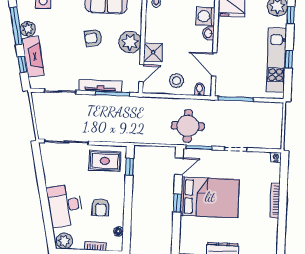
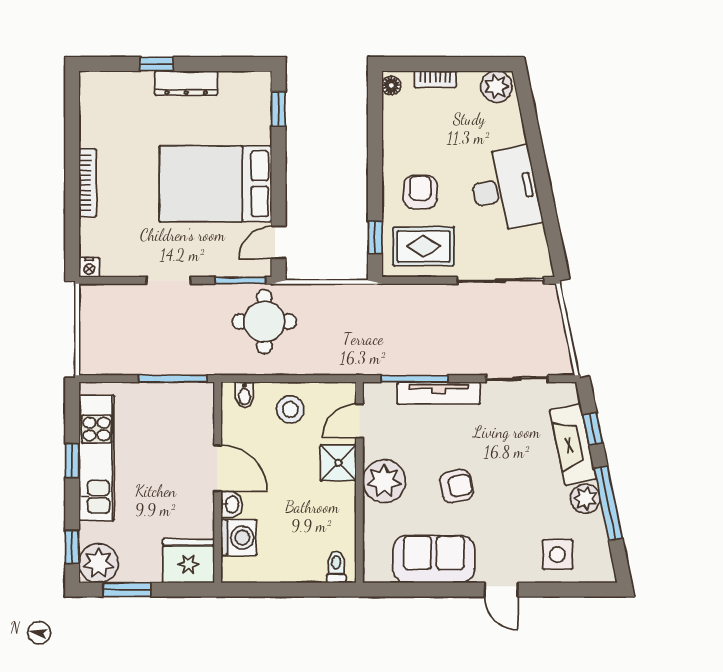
door: (214, 65) -> (218, 468), moved
window: (177, 203) -> (278, 109), moved
desk: (65, 205) -> (505, 189), moved
armchair: (101, 207) -> (420, 192), moved
floor lamp: (118, 231) -> (391, 85), moved

